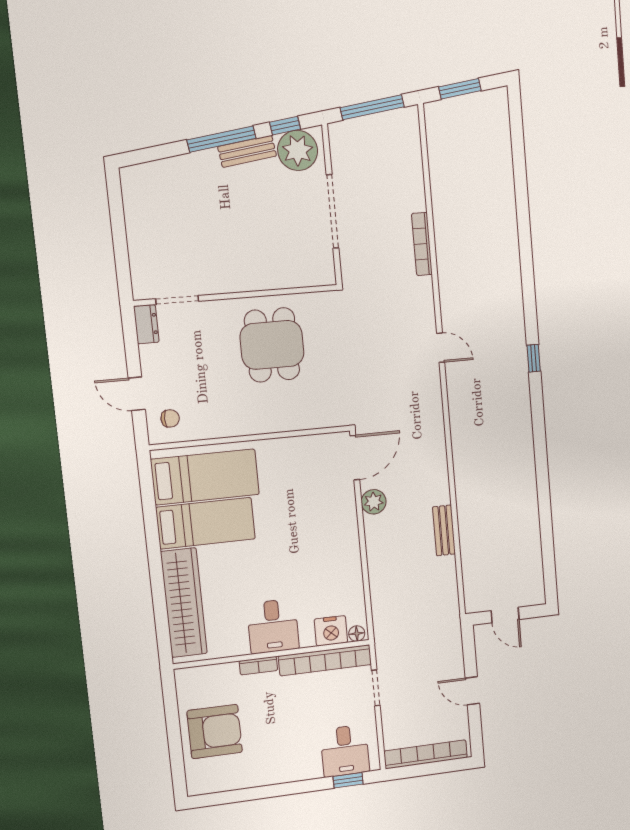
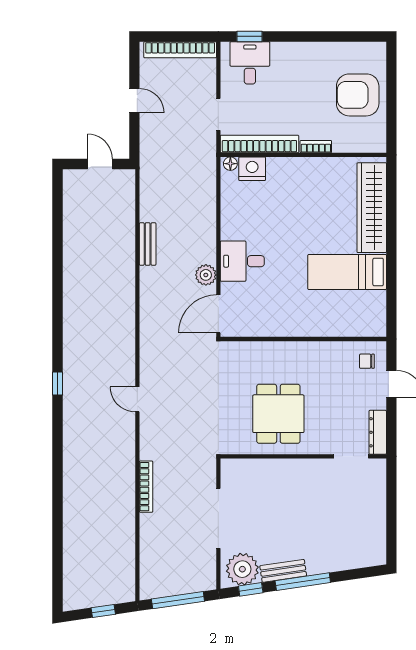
window: (460, 89) -> (103, 611), width x0.67
dresser: (146, 324) -> (378, 432), width x1.44
bed: (205, 477) -> (344, 310), removed
desk: (273, 626) -> (242, 261), moved, turned -90

